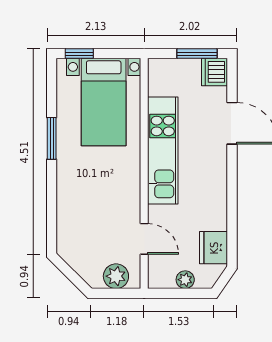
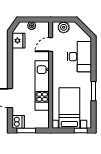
desk: (82, 213) -> (79, 57), added
door: (144, 239) -> (51, 45), hinge flipped

